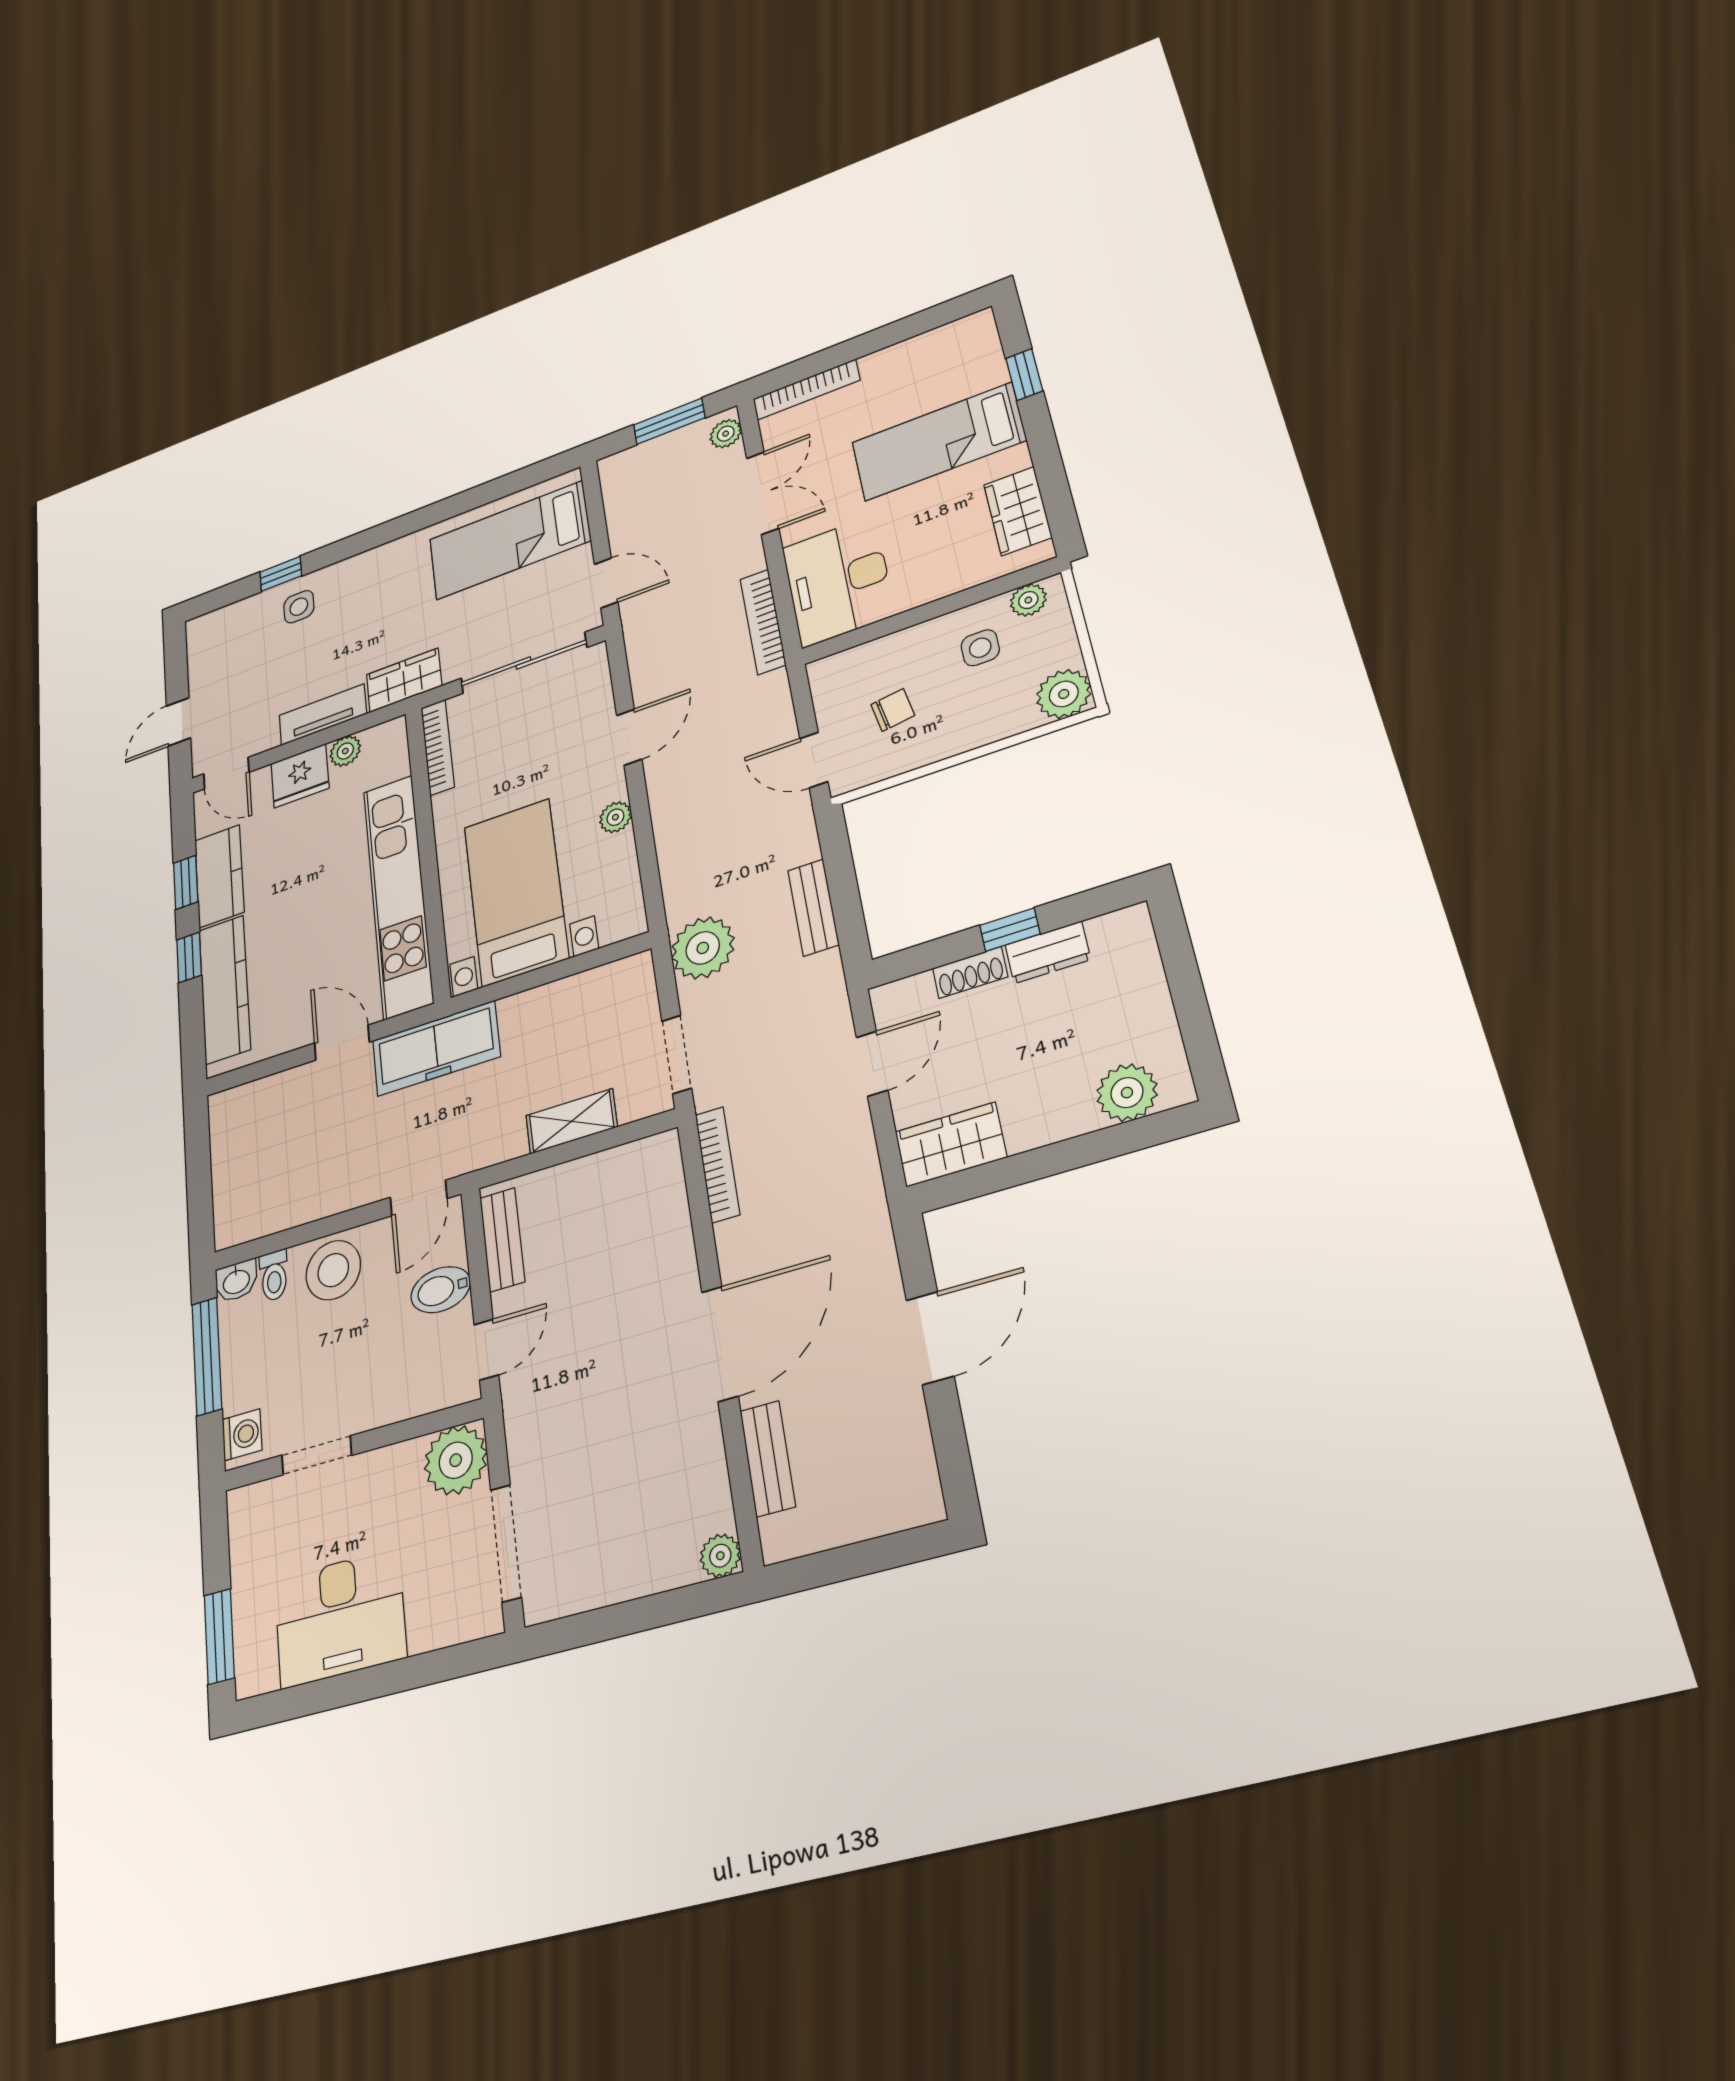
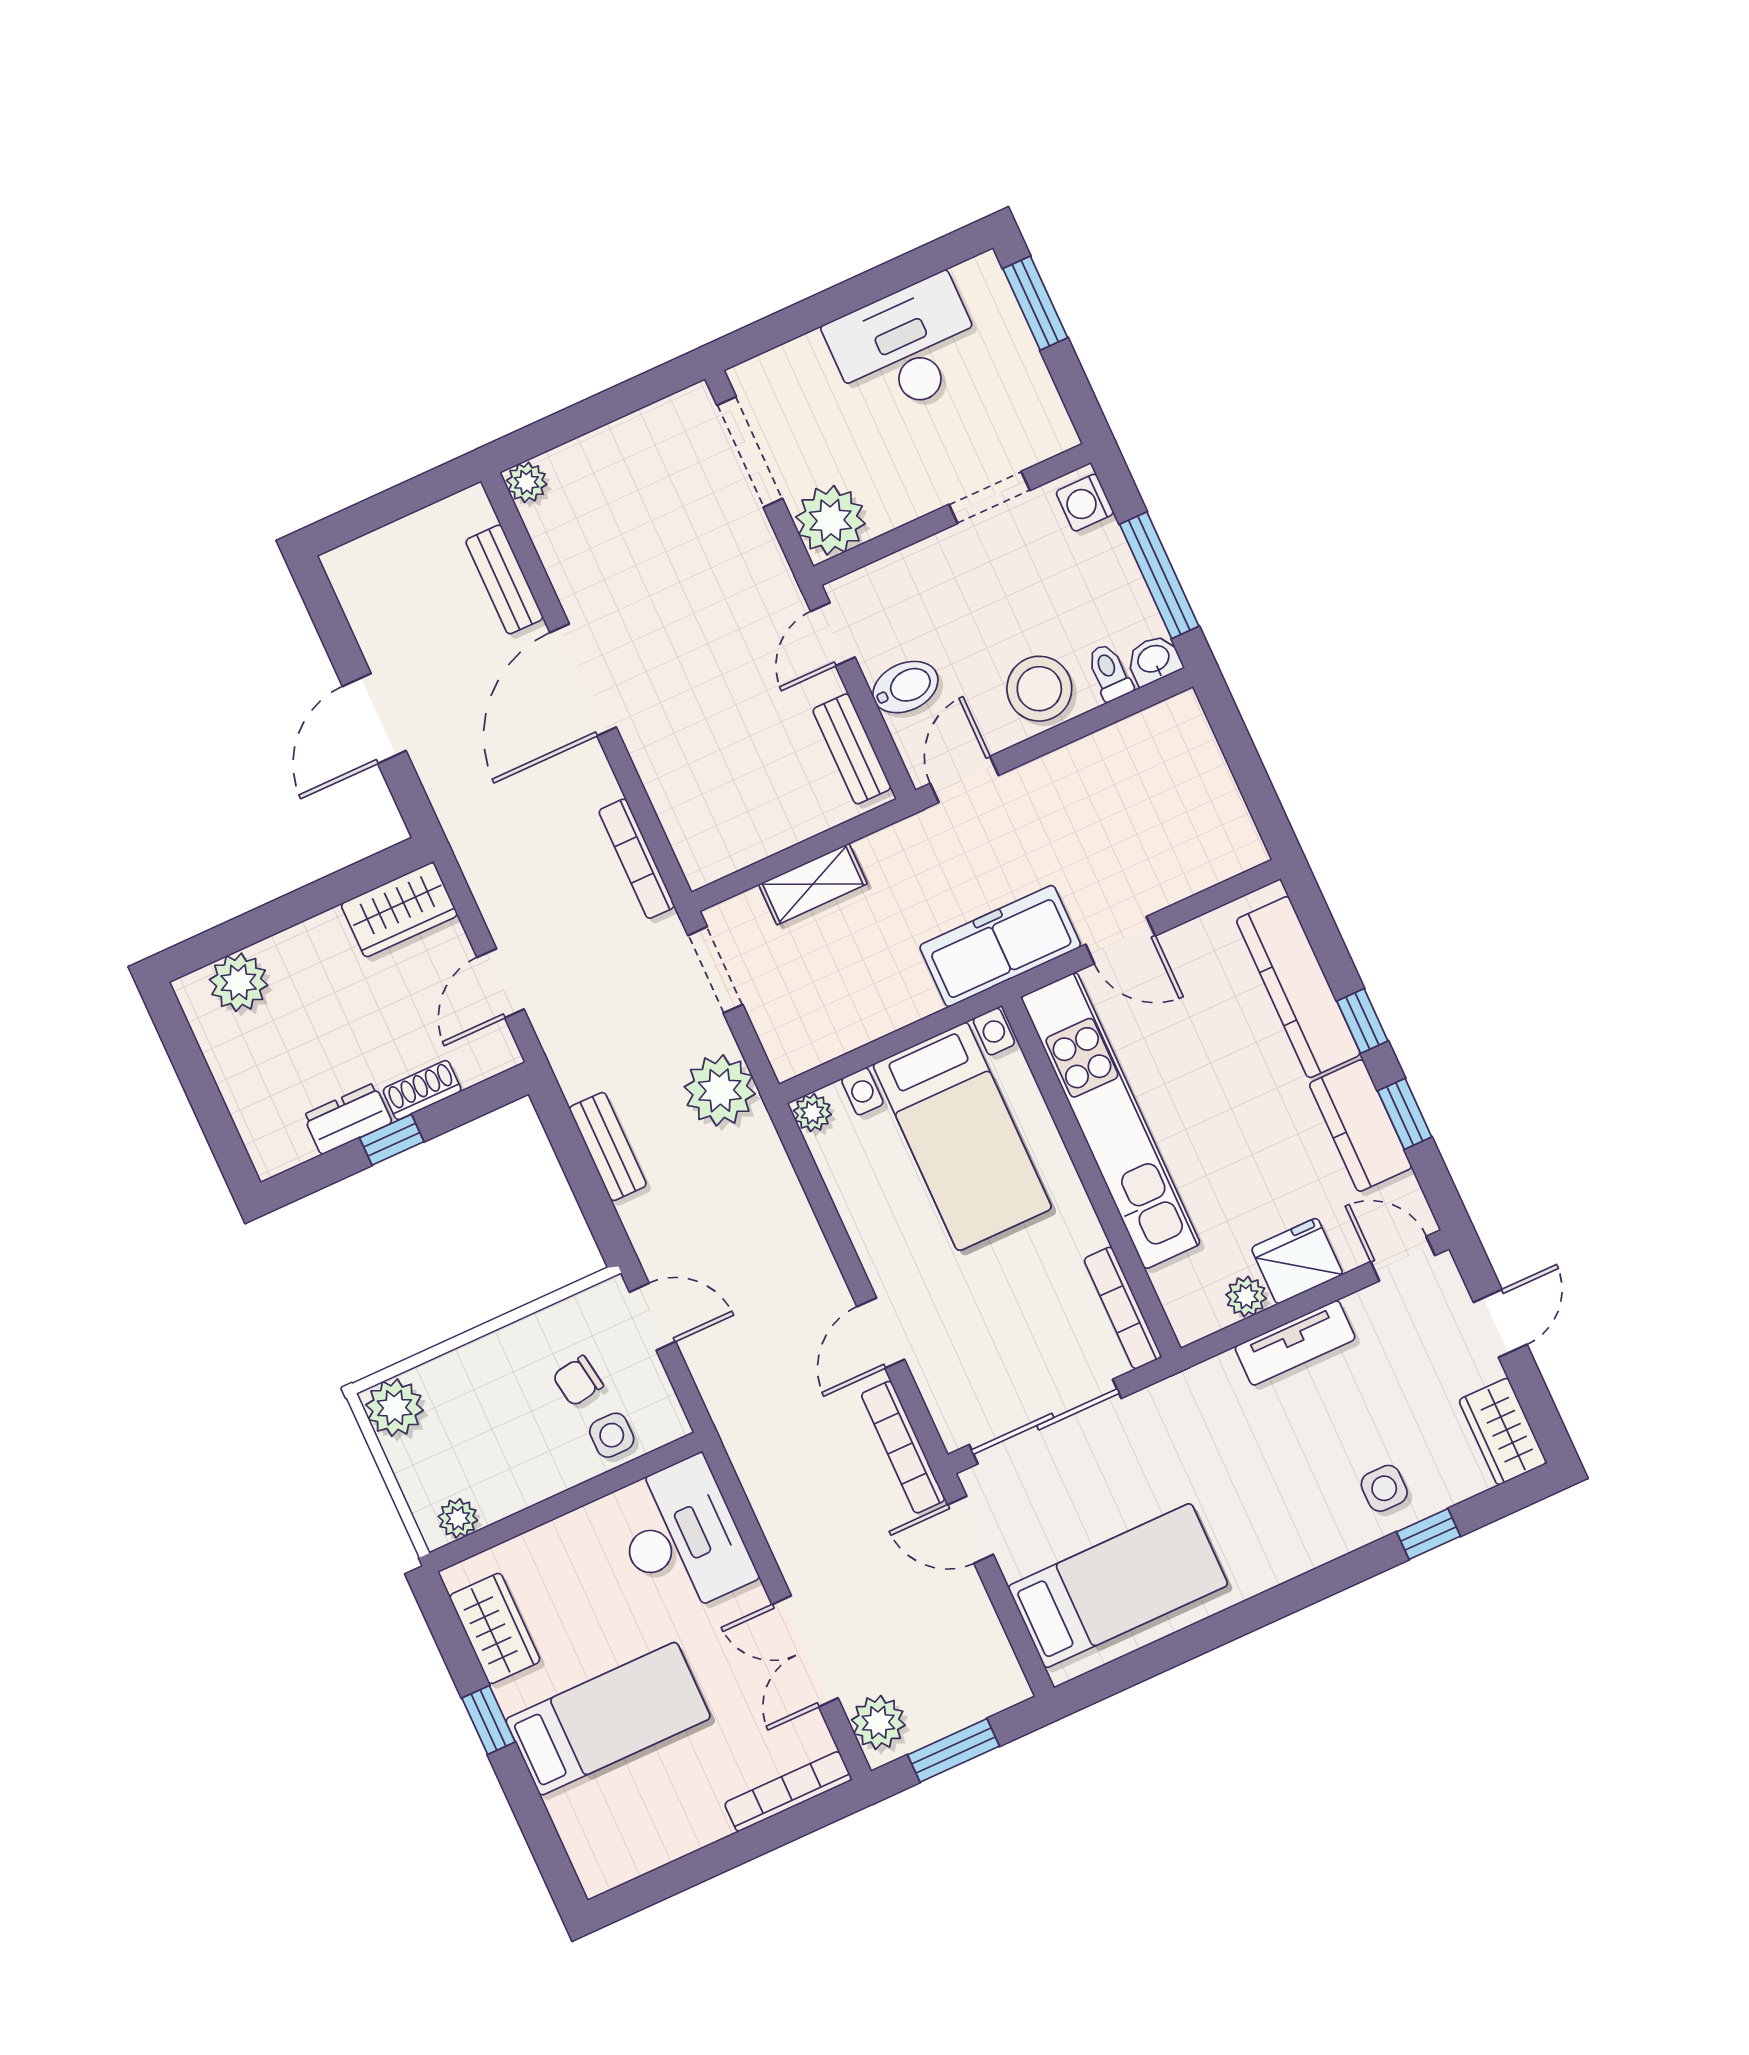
window: (1024, 375) -> (489, 1720), moved
plant: (726, 434) -> (878, 1722), width x1.38, depth x1.38
bookcase: (763, 622) -> (903, 1447), moved, turned 180
side table: (980, 648) -> (612, 1435), moved
wardrobe: (404, 680) -> (1503, 1432), moved, turned 90
plant: (615, 817) -> (812, 1113), moved

